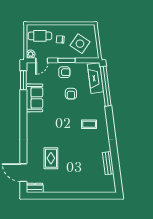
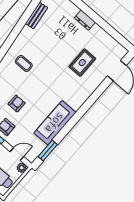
sofa: (34, 98) -> (55, 123), width x1.36
dresser: (35, 188) -> (85, 20), moved

